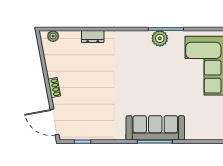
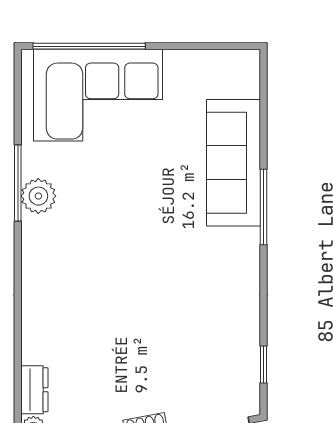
dresser: (93, 37) -> (34, 390), moved
sofa: (155, 128) -> (233, 163), moved

